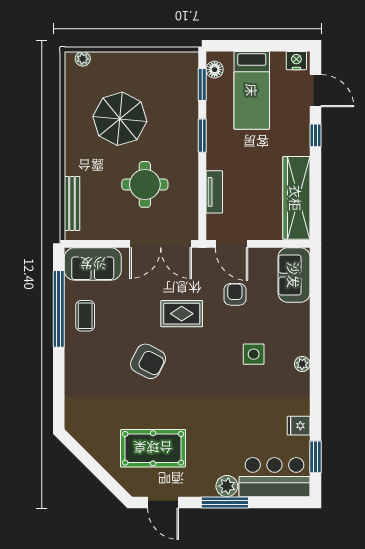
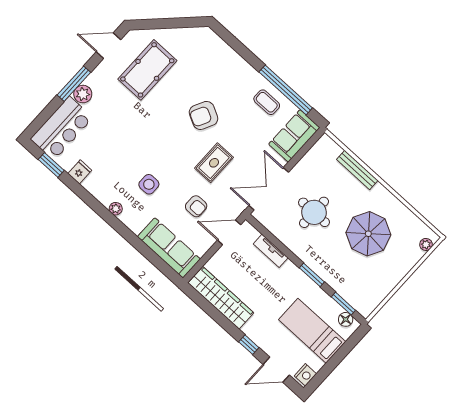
bench: (72, 203) -> (357, 170), moved
sofa: (294, 275) -> (169, 248), width x1.36

